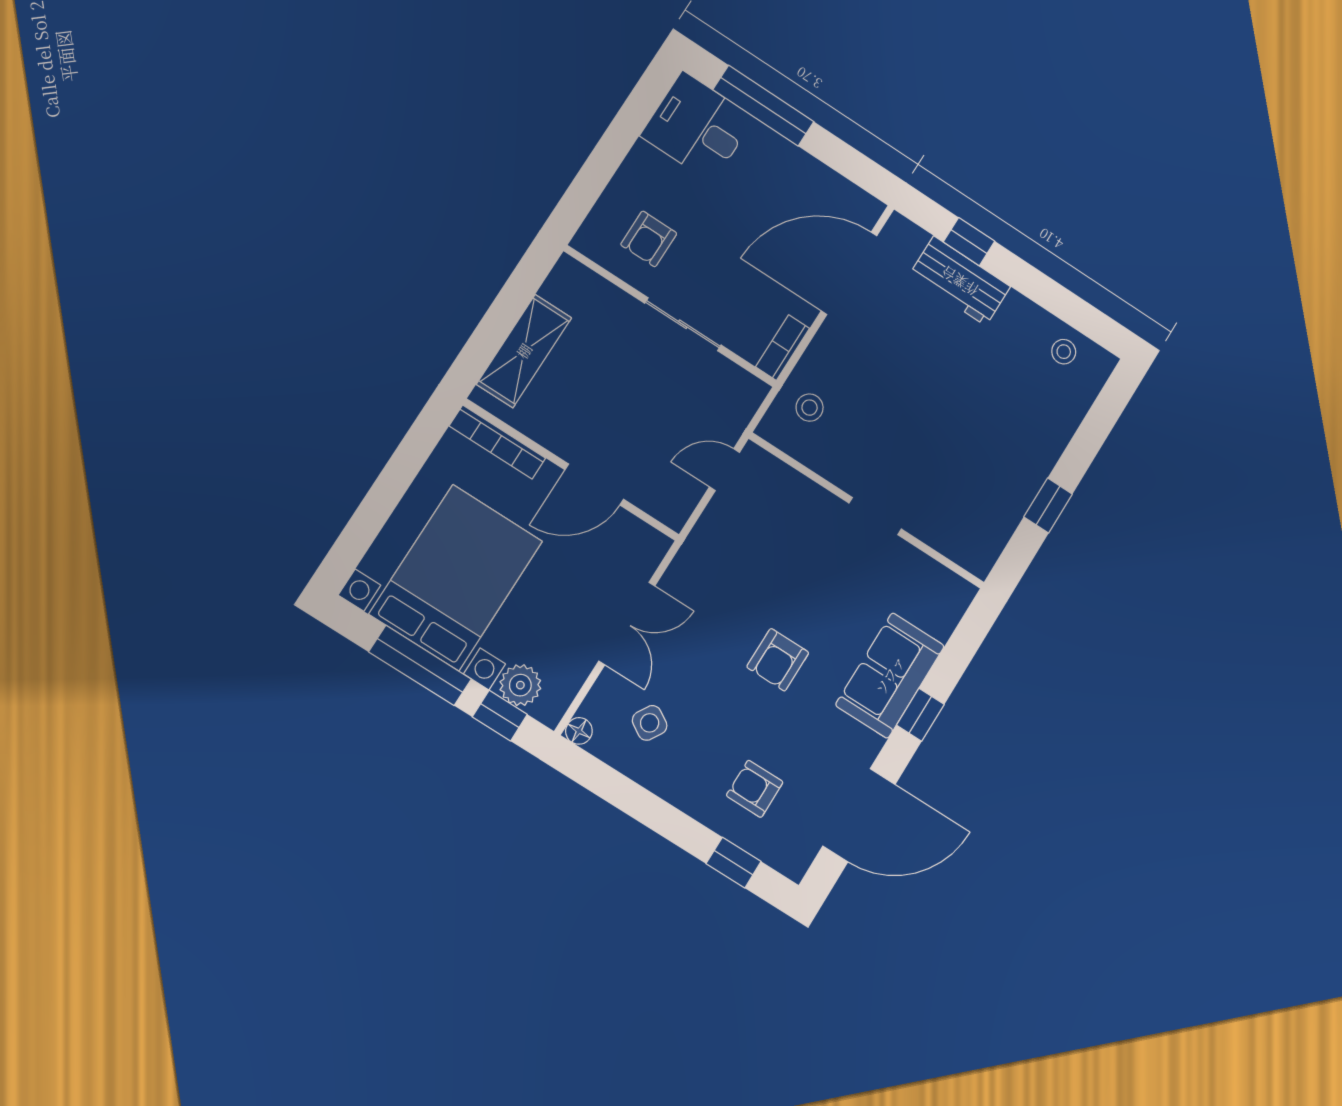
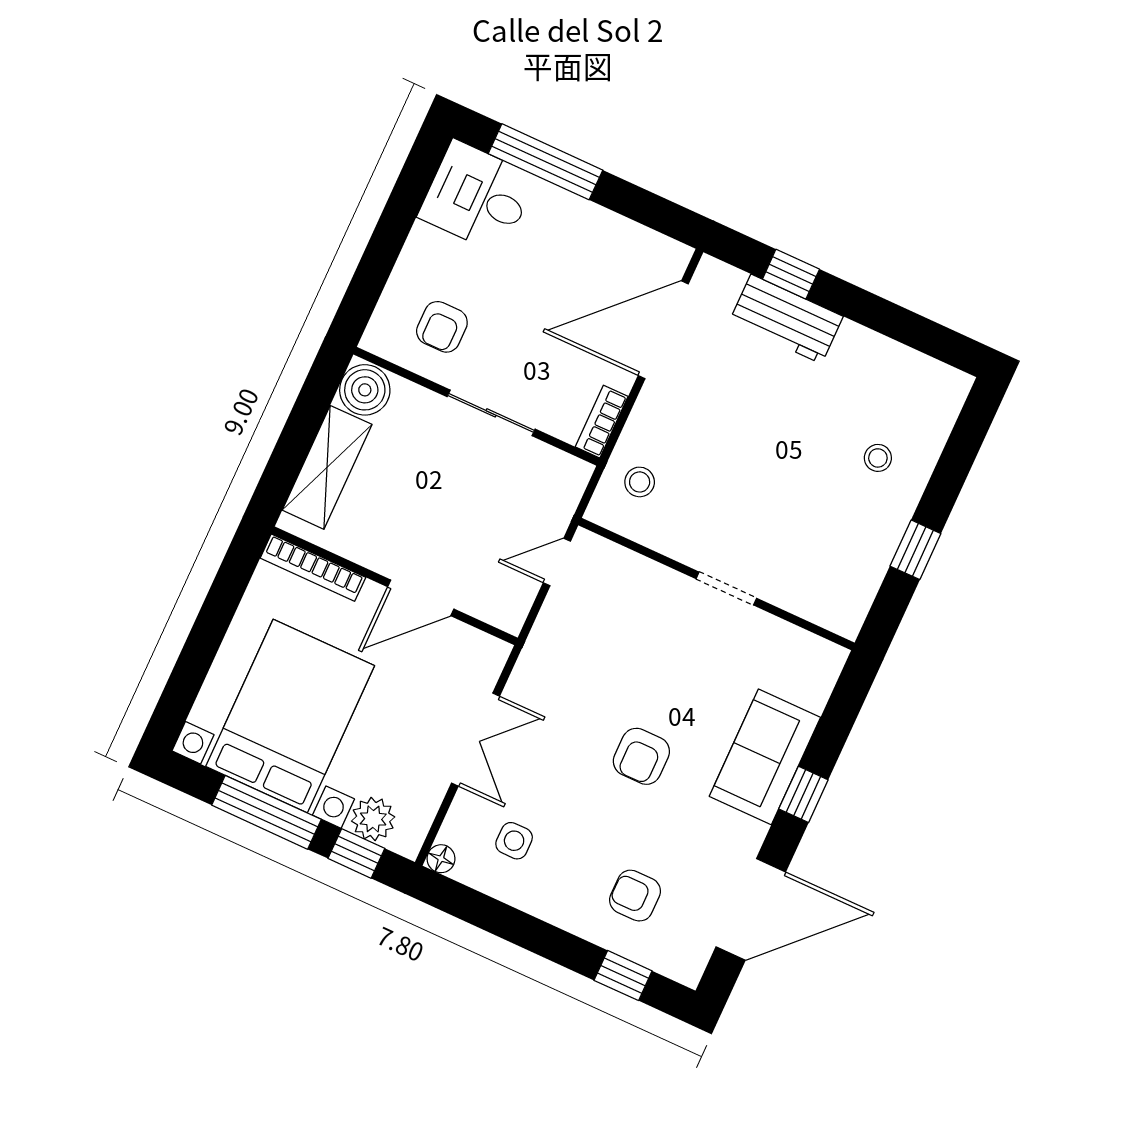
boiler: (569, 285) -> (365, 390), added
stool: (1064, 352) -> (878, 458), moved
side table: (650, 723) -> (514, 841), turned -31

